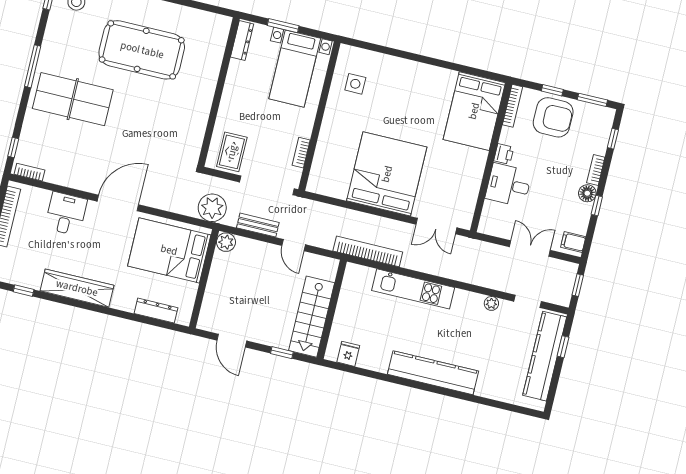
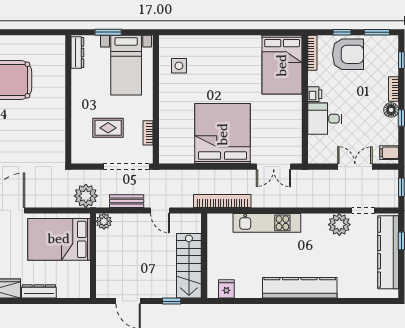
rug: (232, 152) -> (108, 128), moved, turned 90
plant: (491, 303) -> (339, 225), width x1.88, depth x1.88
dresser: (156, 311) -> (39, 291), moved

